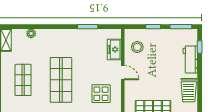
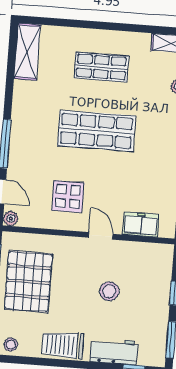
stool: (137, 47) -> (109, 291), moved
door: (123, 73) -> (101, 236), swing flipped

